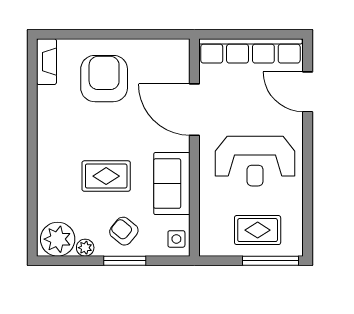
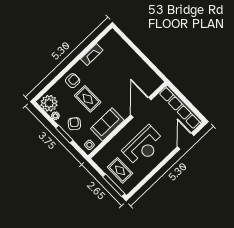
fireplace: (47, 62) -> (92, 55), moved
armchair: (104, 79) -> (73, 81), moved, width x0.53, depth x0.53
reception desk: (255, 161) -> (143, 146), turned -90

